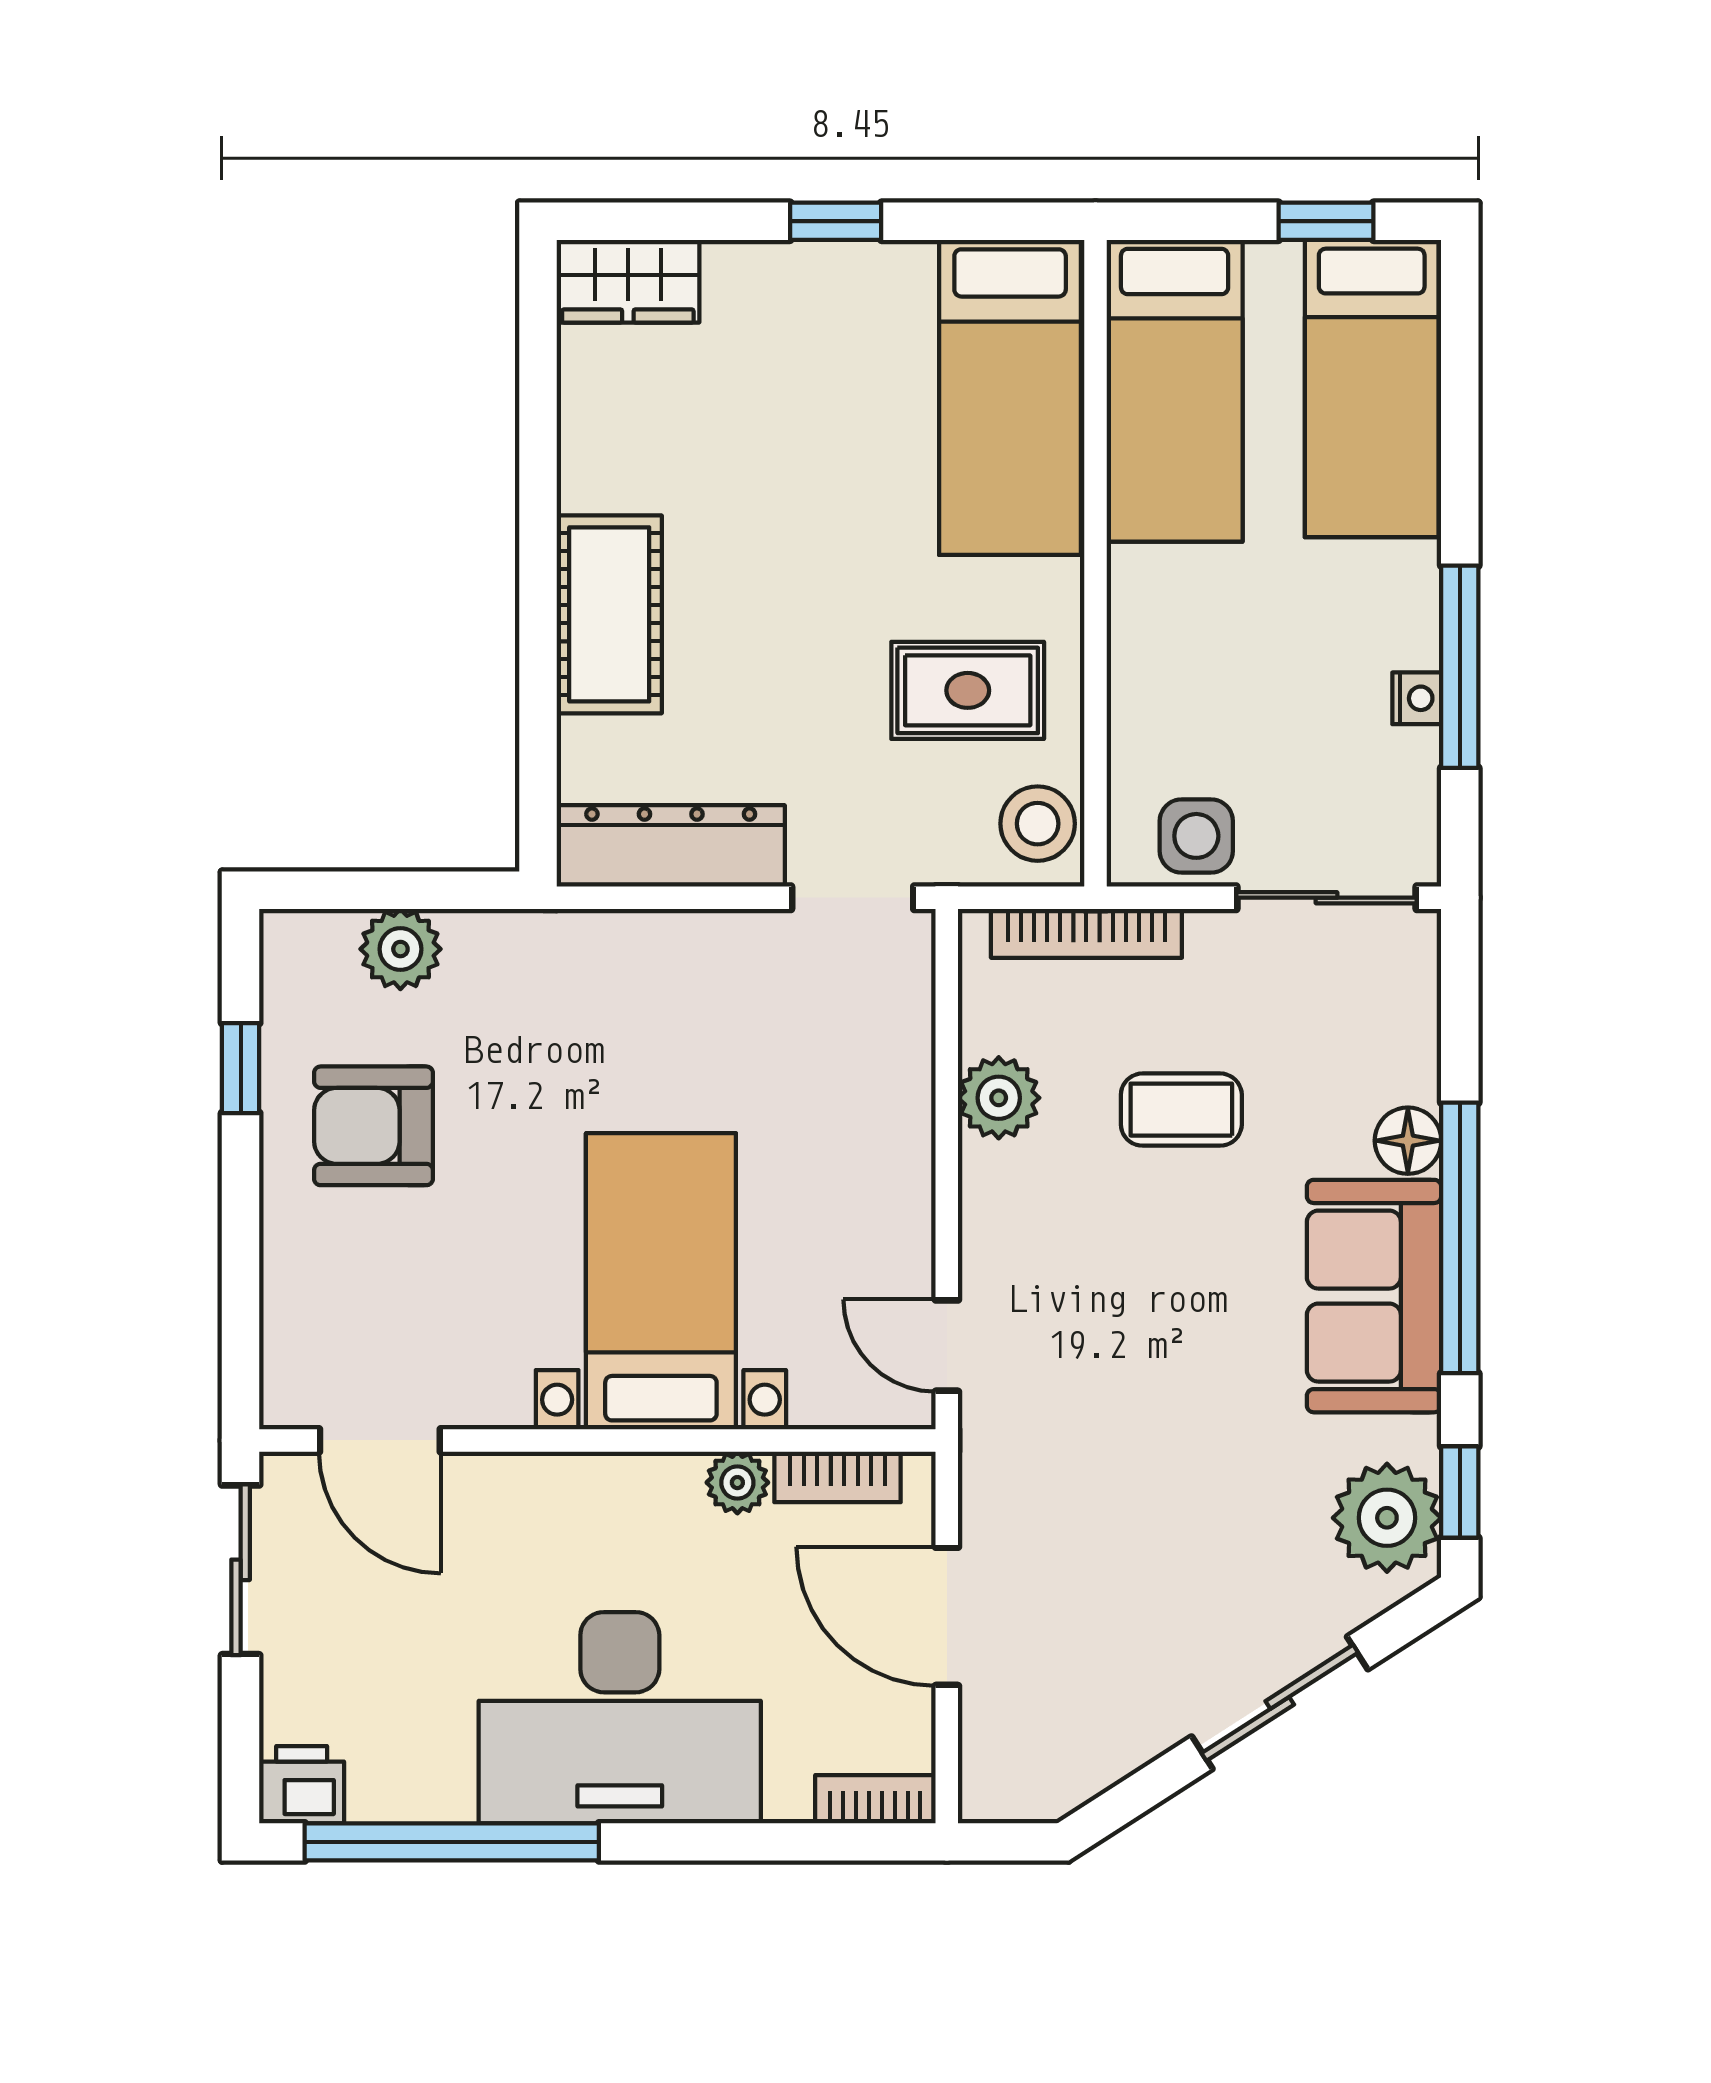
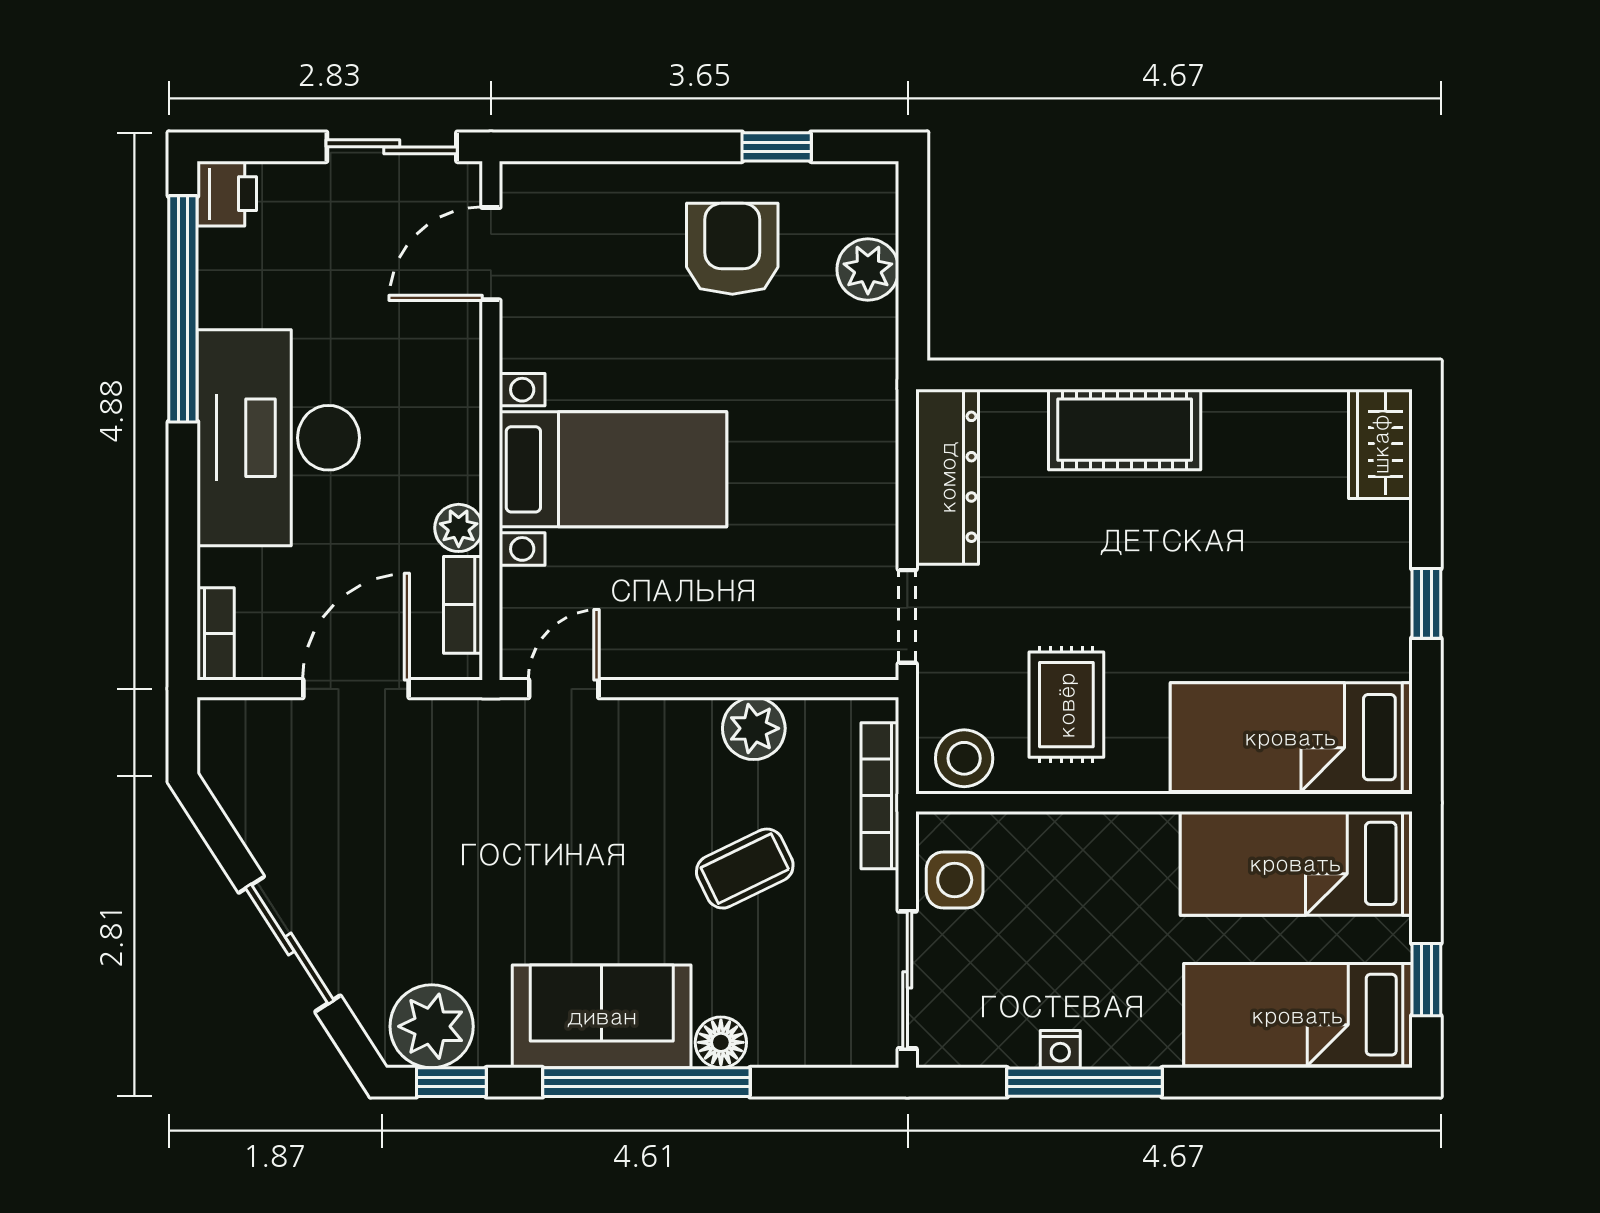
coffee table: (1181, 1110) -> (745, 869), turned 64

